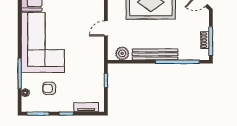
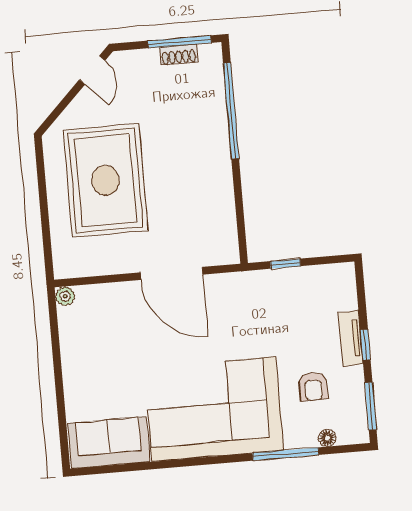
door: (106, 28) -> (172, 273), width x1.88
plant: (122, 53) -> (223, 233), removed
bench: (155, 54) -> (219, 161), removed
tv unit: (86, 107) -> (351, 338), moved

